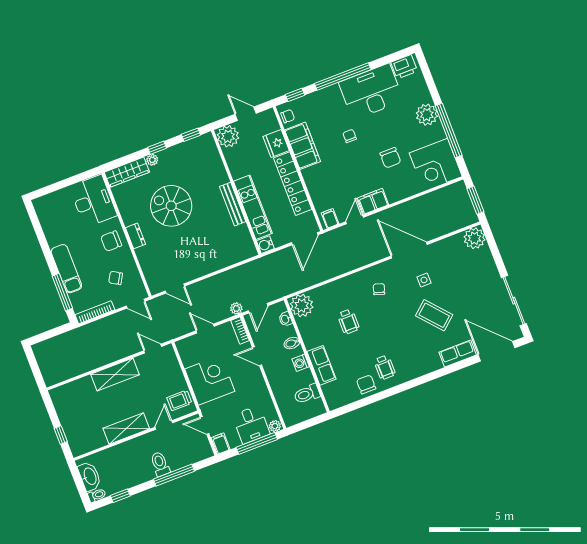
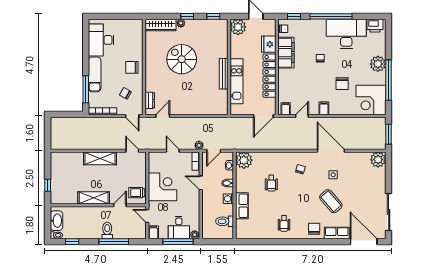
desk: (93, 201) -> (101, 40), moved, turned 180
filing cabinet: (373, 201) -> (324, 108), width x0.50
dresser: (136, 236) -> (150, 100), moved
water cooler: (265, 245) -> (235, 110), removed
door: (175, 288) -> (163, 116), swing flipped
chair: (366, 384) -> (314, 229), moved

